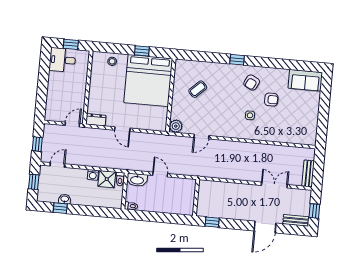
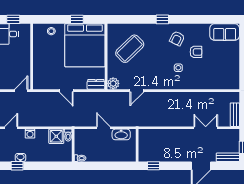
coffee table: (198, 89) -> (130, 49), width x1.86, depth x1.72
dresser: (96, 120) -> (96, 84), moved
washing machine: (93, 175) -> (30, 134), moved
washbasin: (137, 180) -> (121, 134), moved

